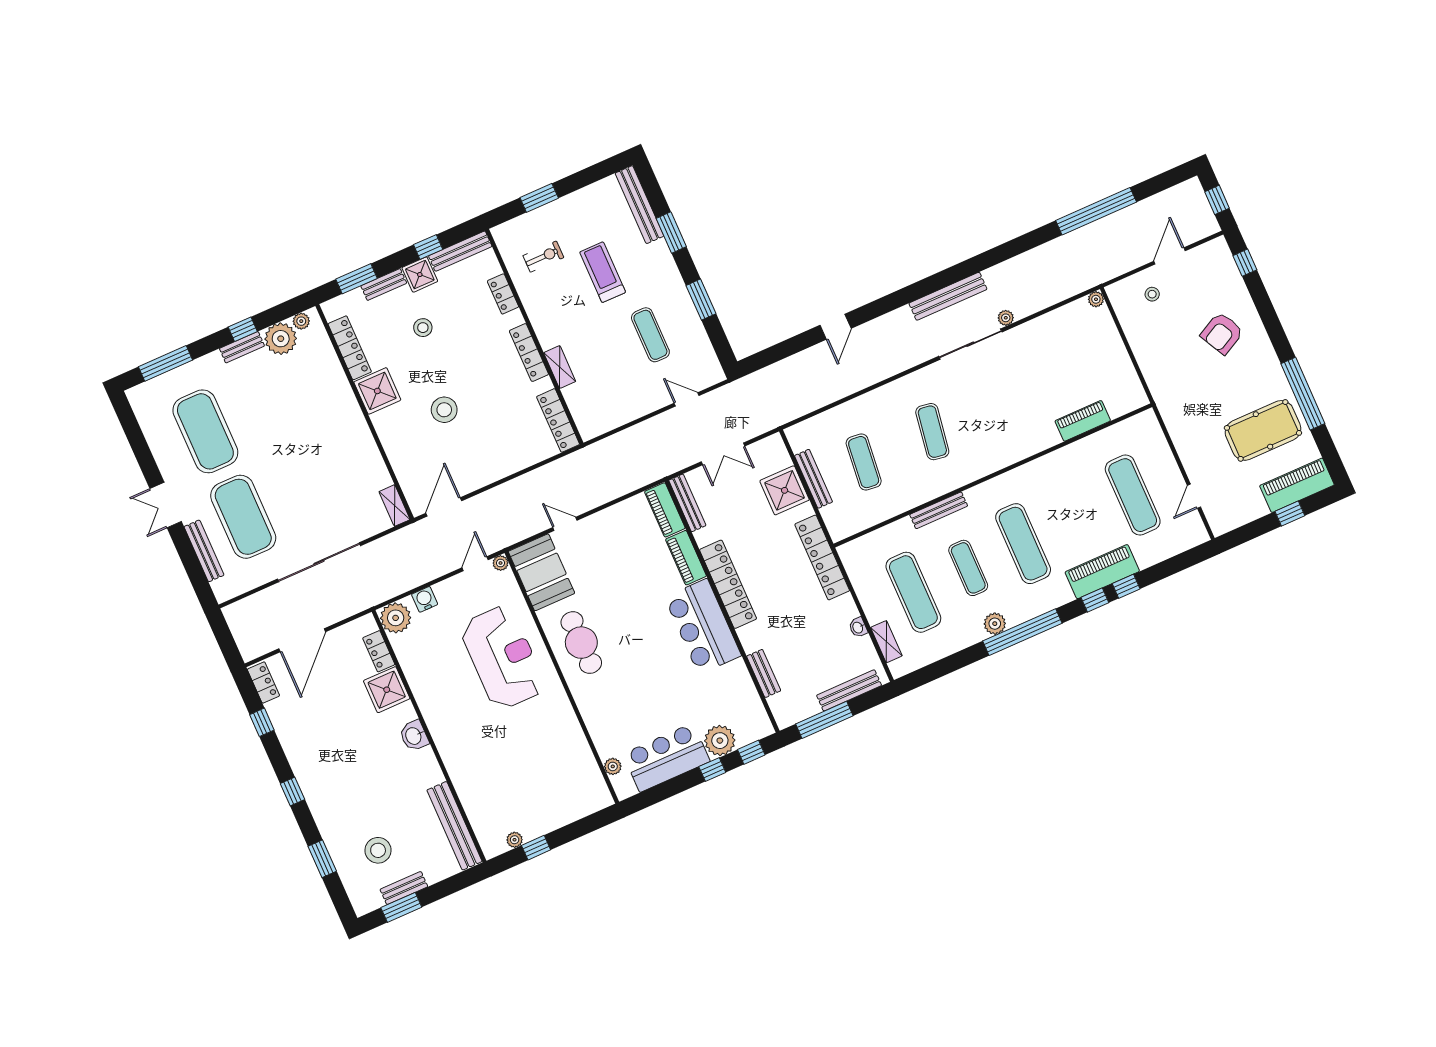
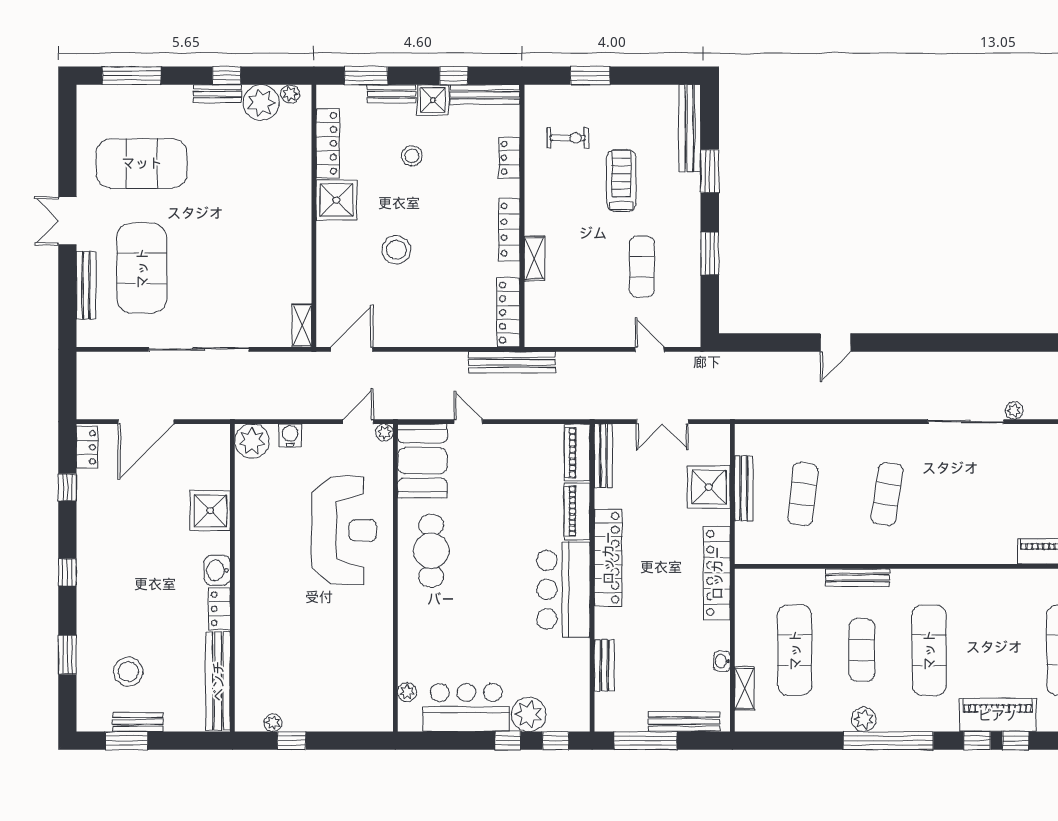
bench: (948, 296) -> (512, 362), moved
exercise mat: (205, 431) -> (142, 163), turned 90
locker: (379, 651) -> (220, 609), moved

